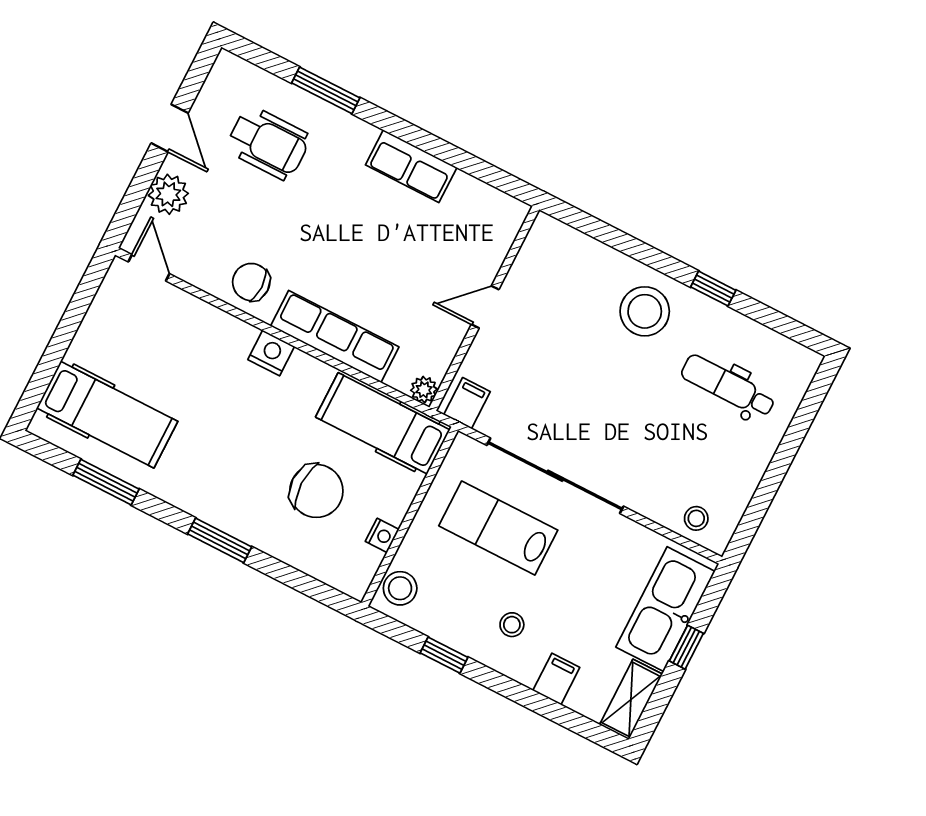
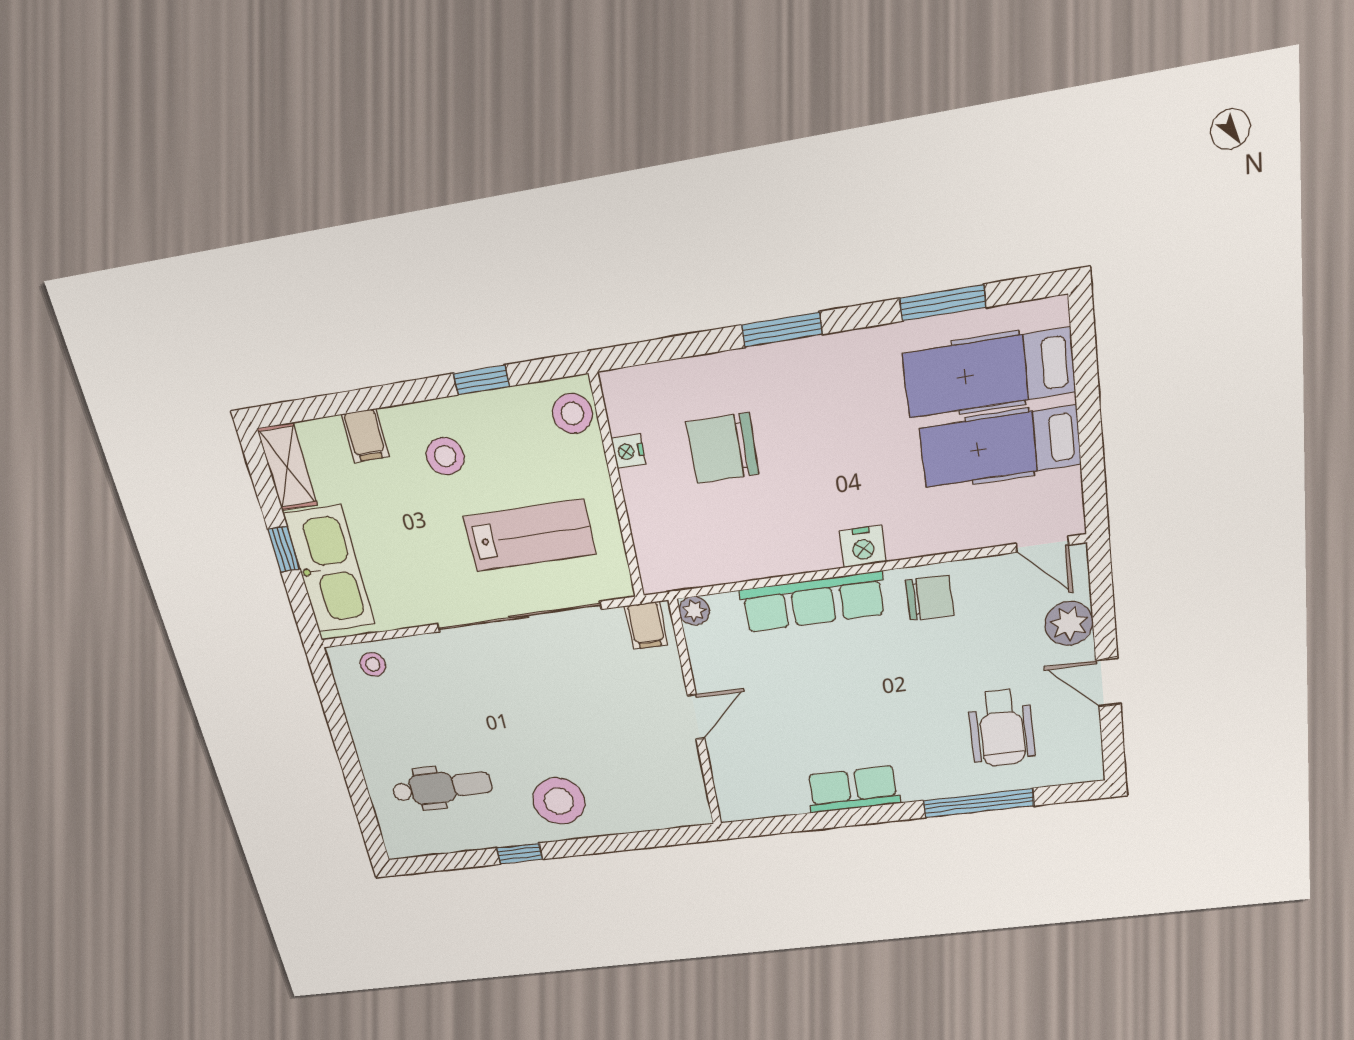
window: (326, 90) -> (978, 803), width x1.44
wheelchair: (268, 143) -> (1001, 728), turned -90
hospital bed: (383, 423) -> (1000, 446), moved, turned 180
stool: (512, 625) -> (445, 456), width x1.37, depth x1.37

